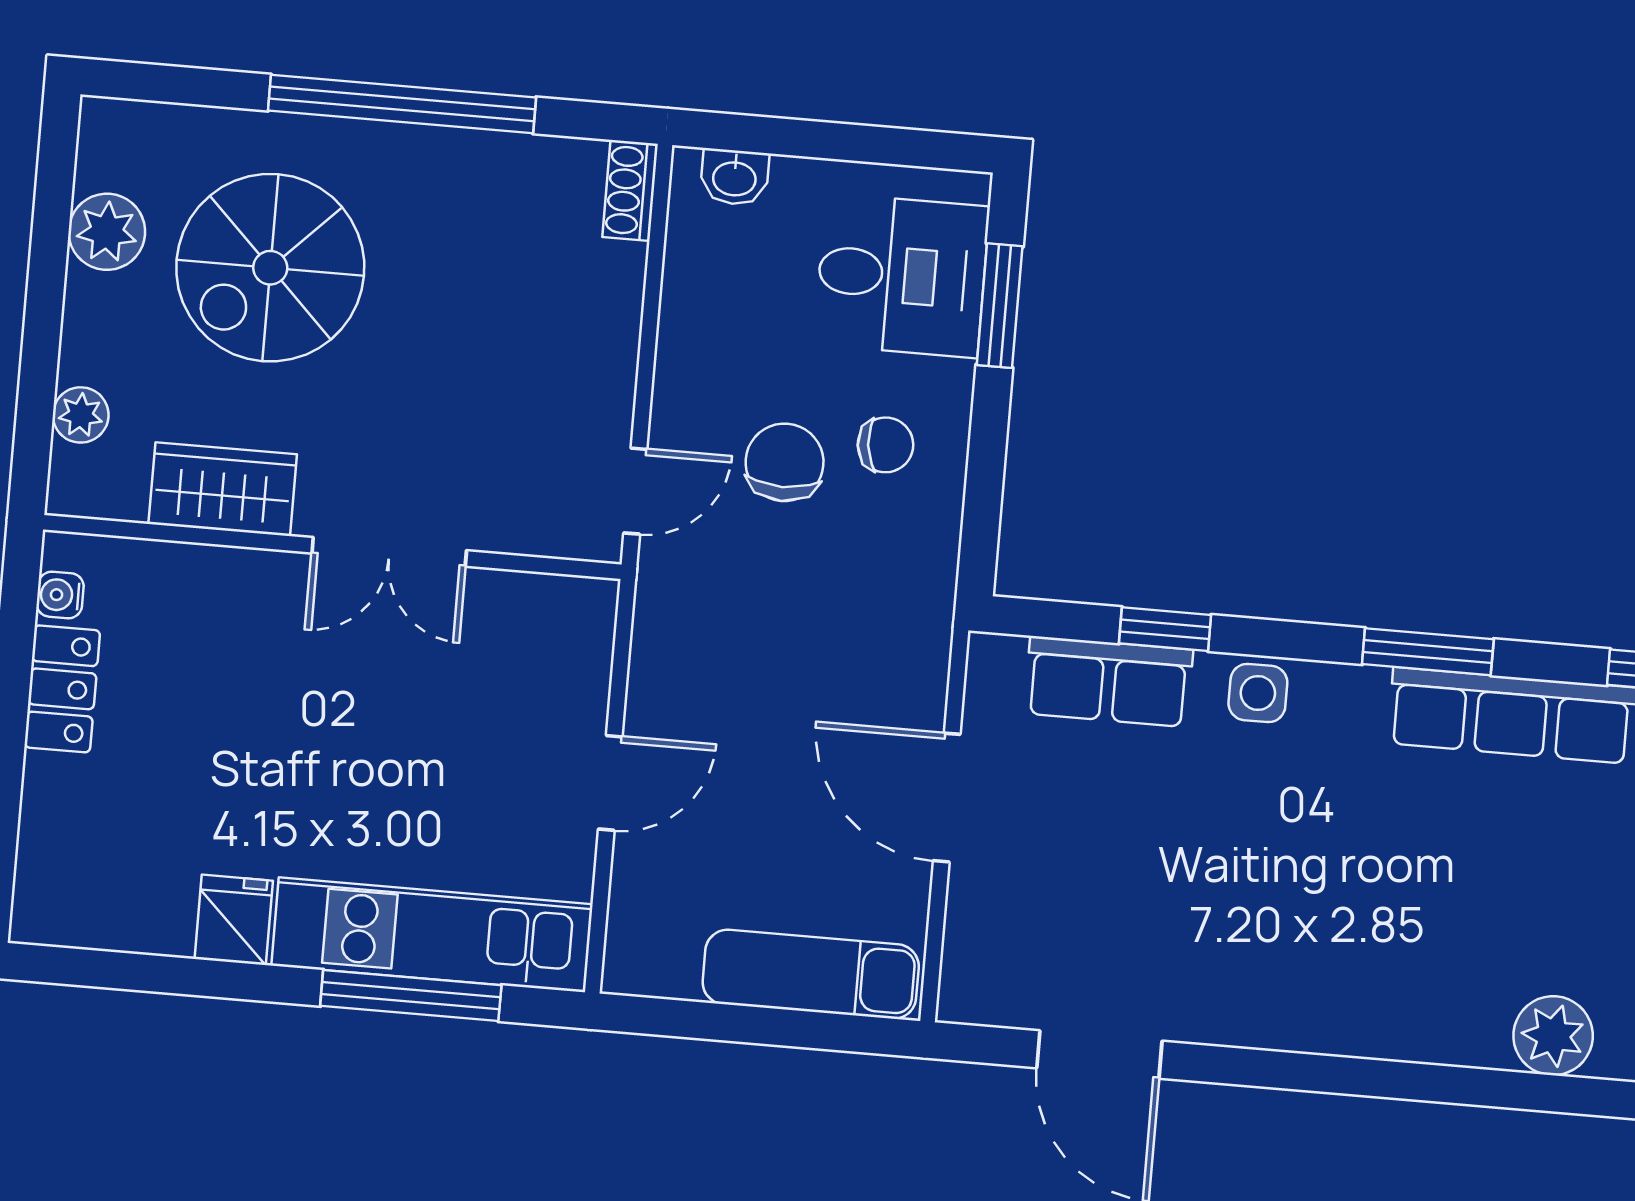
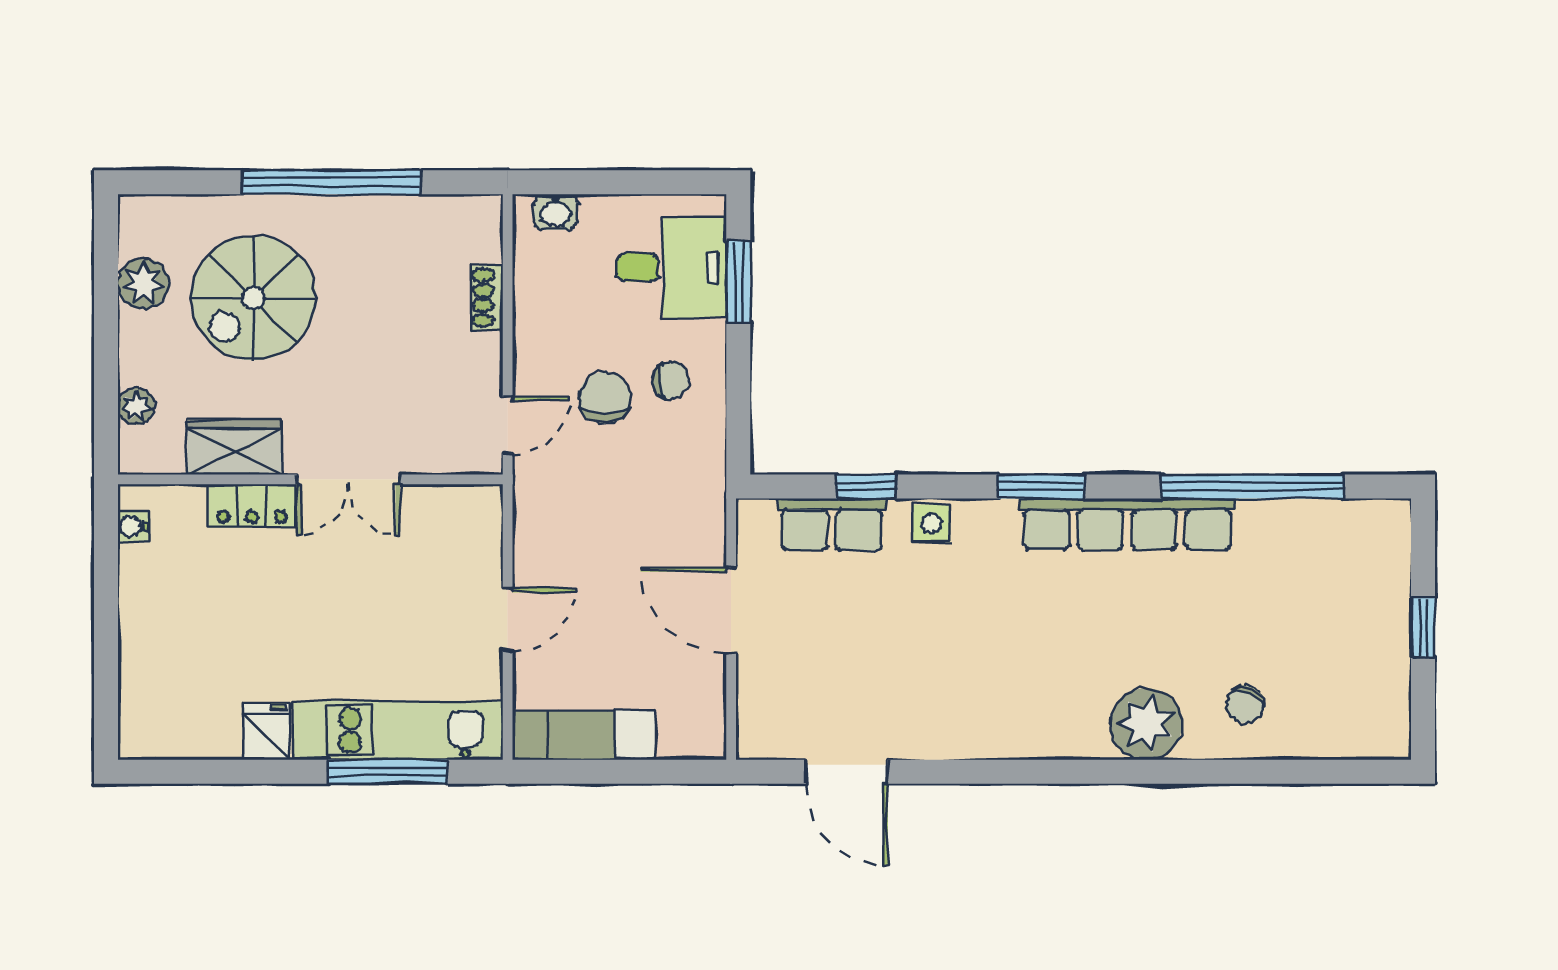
shoe rack: (630, 191) -> (487, 298), moved
locker: (62, 689) -> (252, 506), moved, turned 90
exam couch: (811, 974) -> (584, 735), moved
plant: (1553, 1036) -> (1146, 724), width x1.36, depth x1.36

